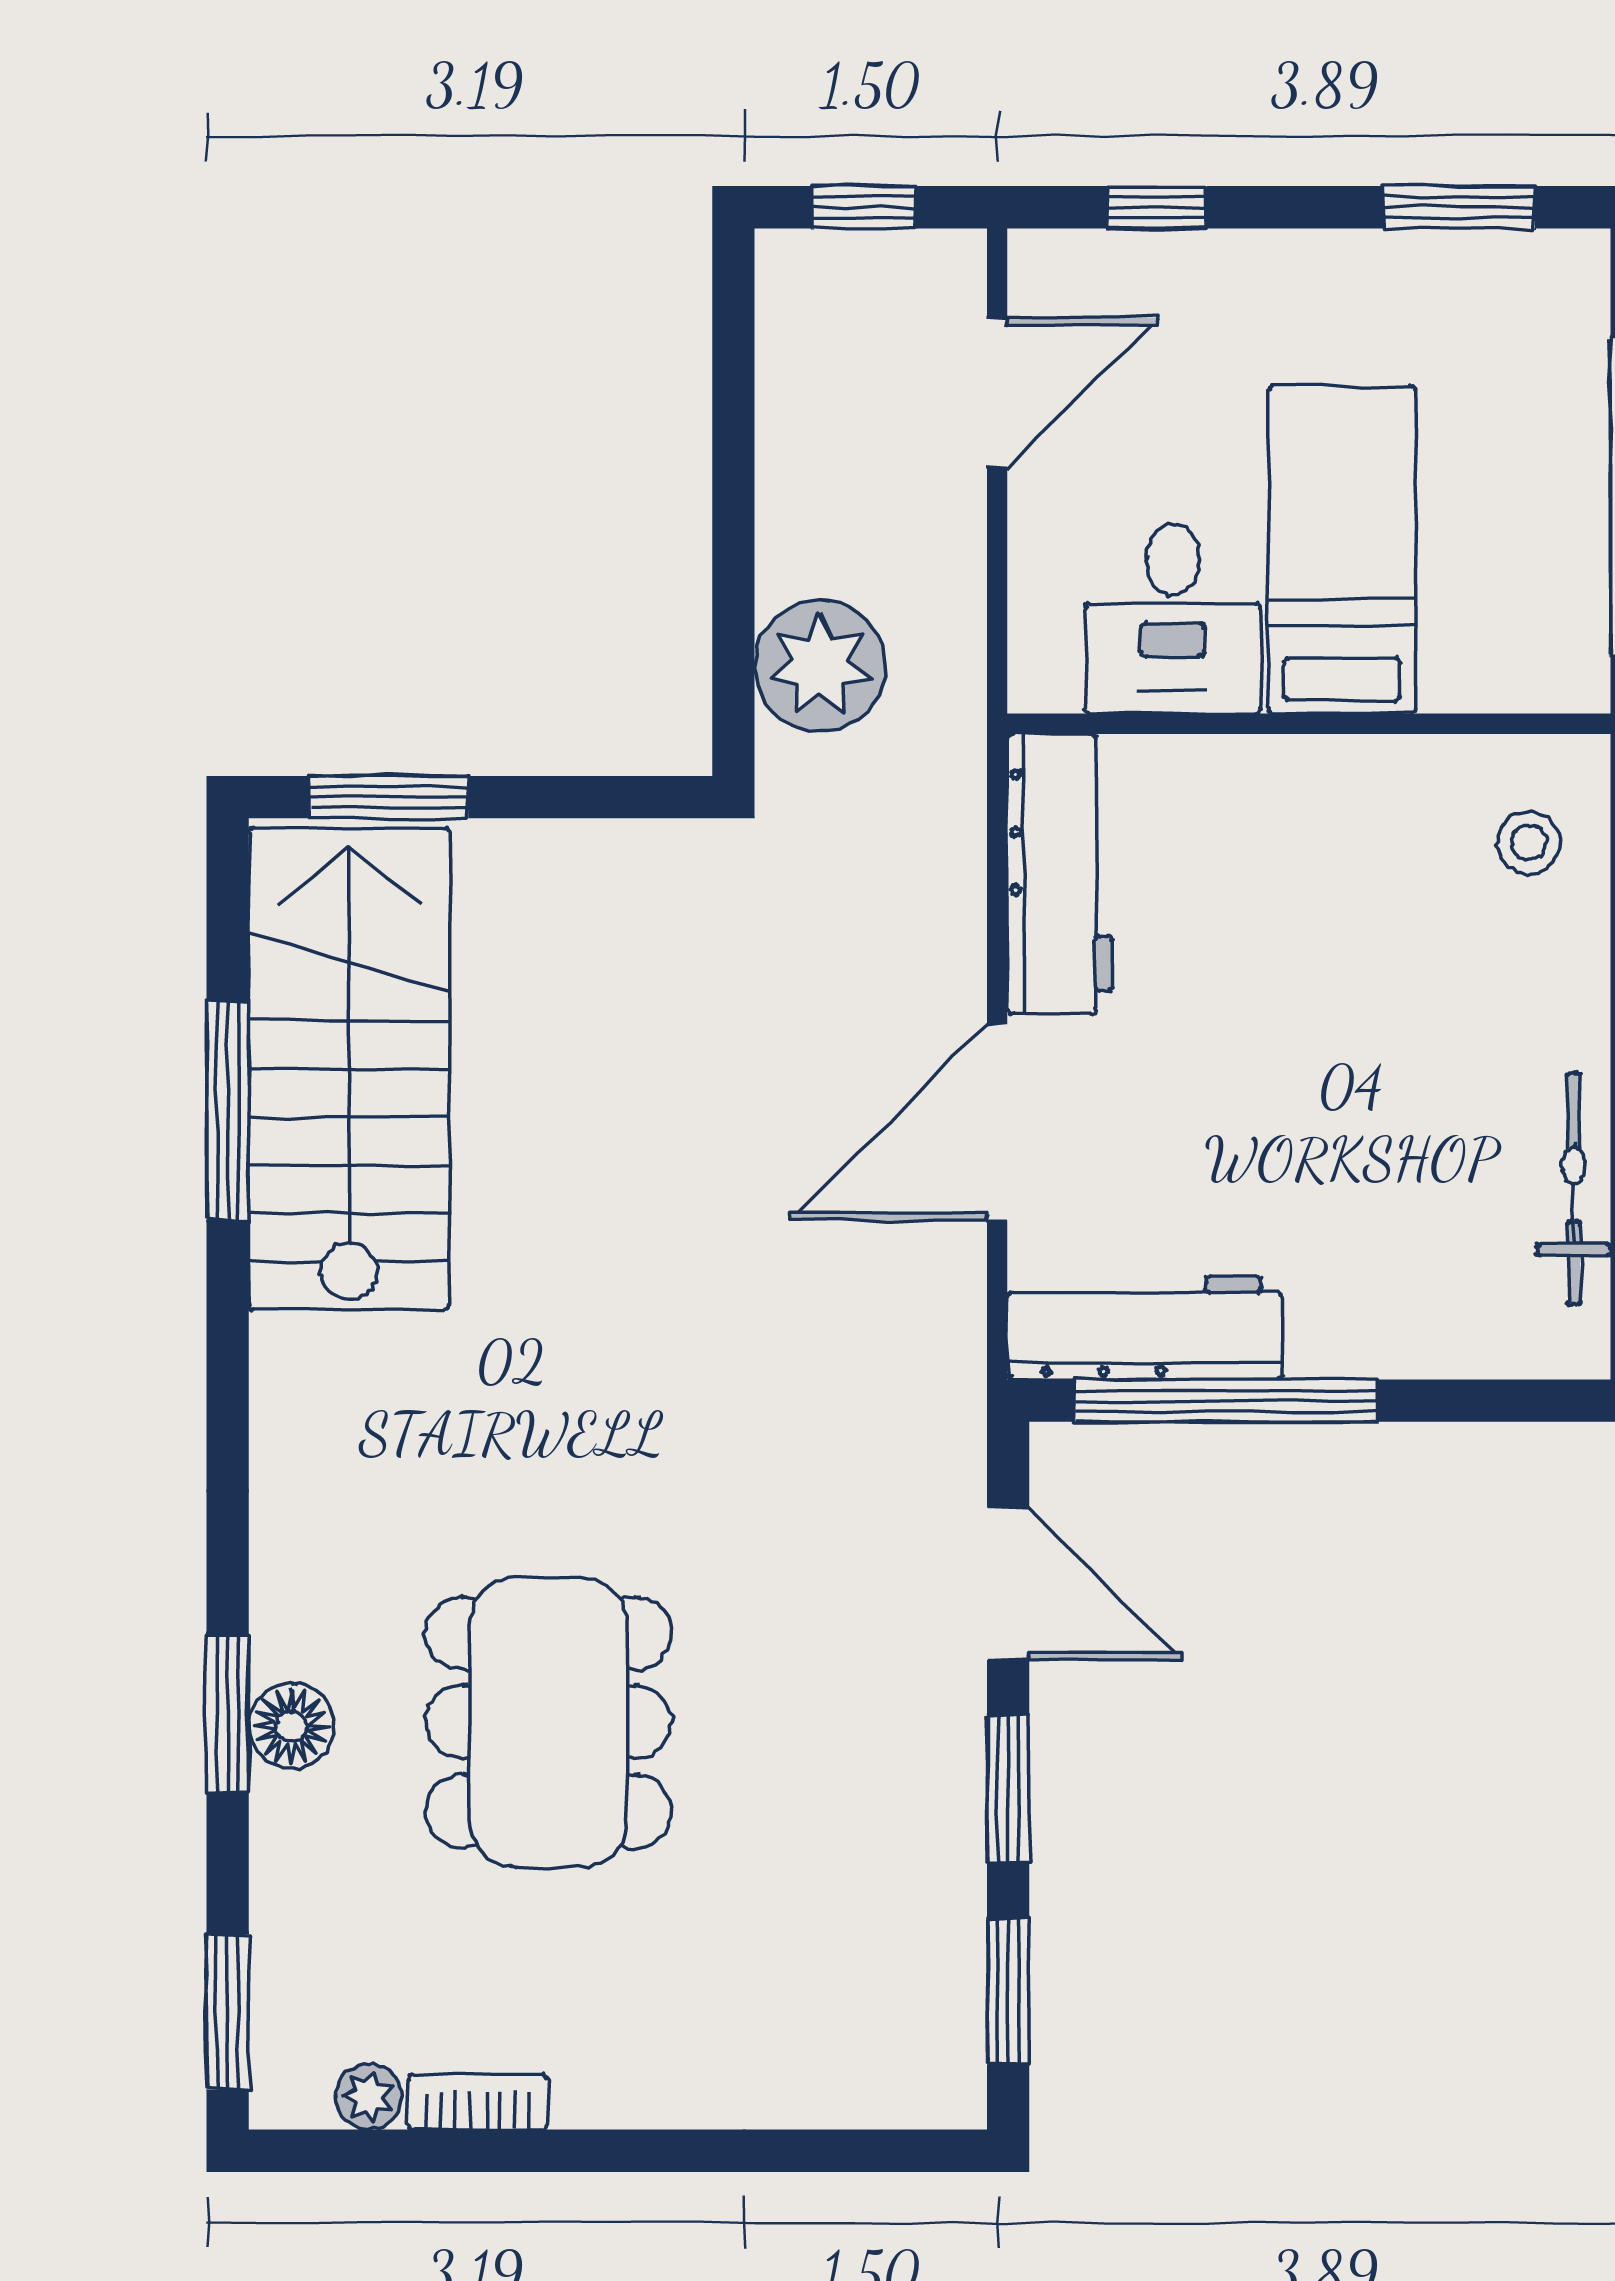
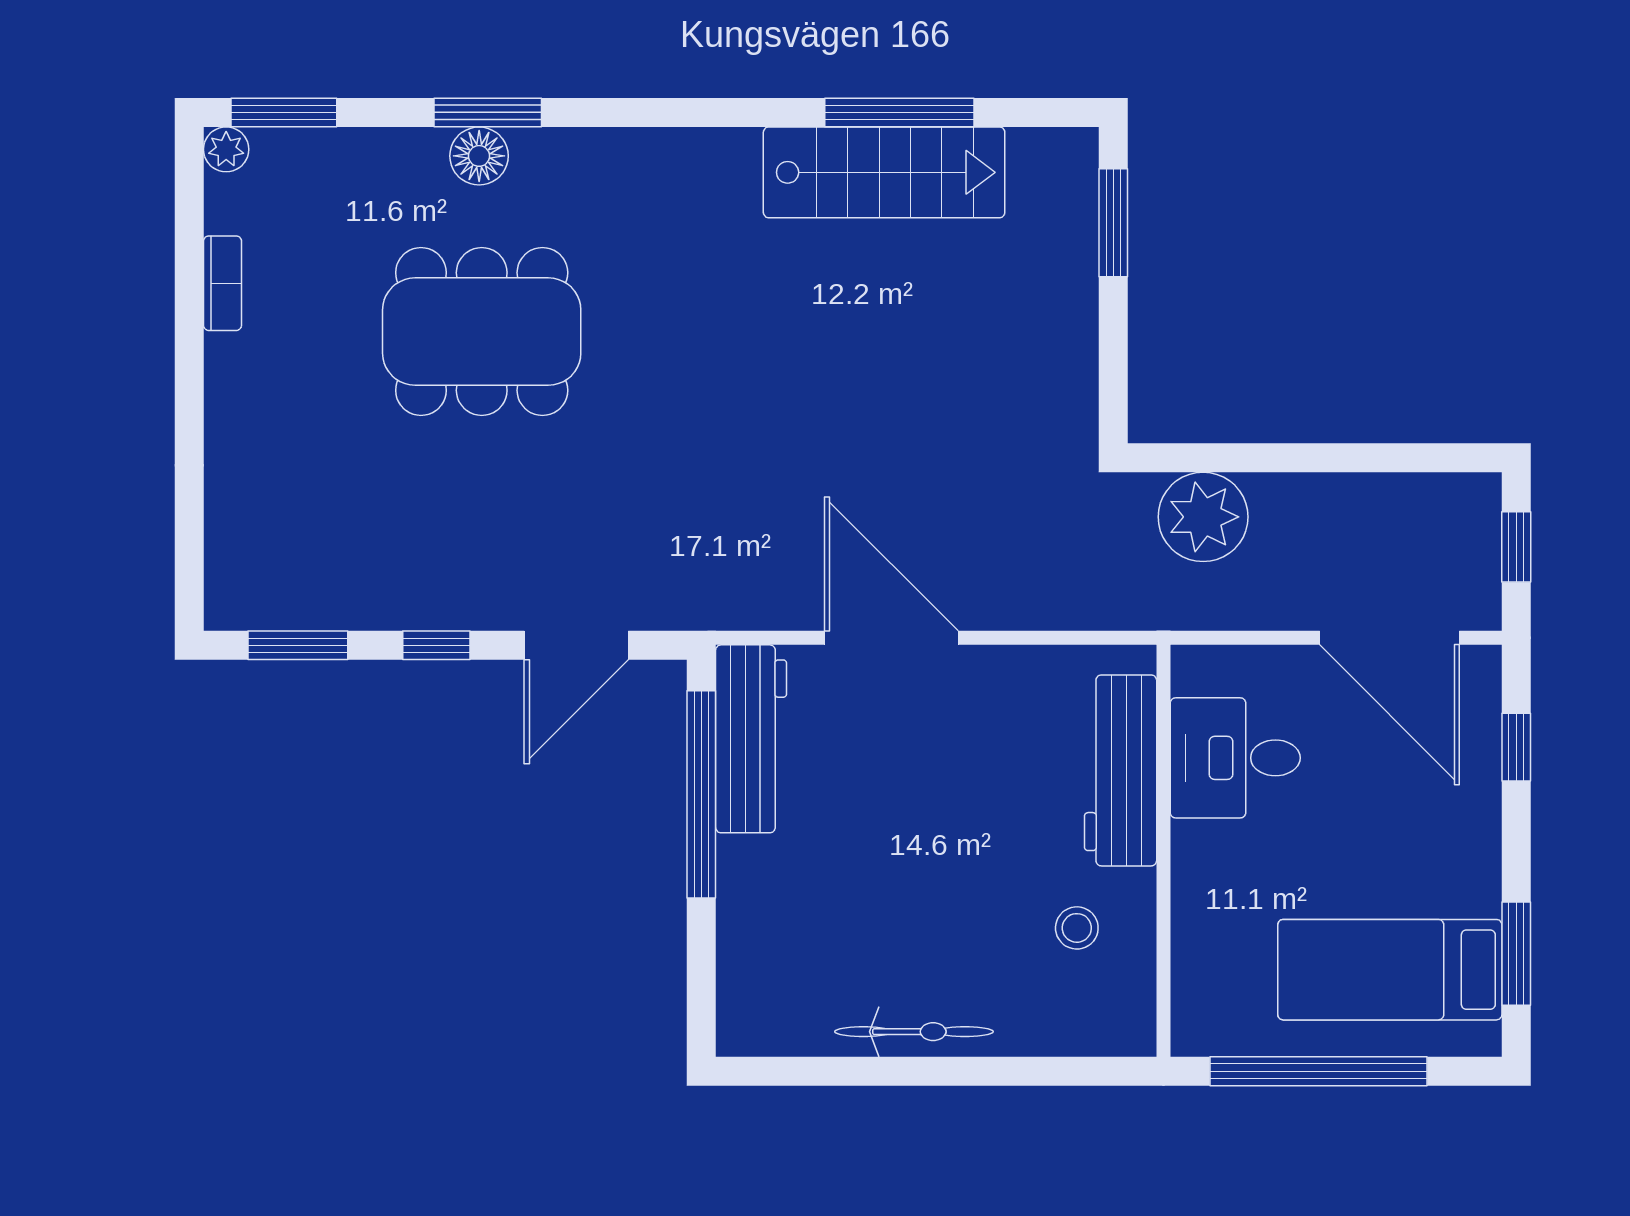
door: (997, 393) -> (1390, 638), width x1.36
bed: (1342, 550) -> (1390, 970), moved, turned 180
stool: (1529, 843) -> (1077, 928), moved
workbench: (1060, 874) -> (1121, 770), moved, turned 90
stairs: (349, 1069) -> (884, 172), width x0.73, depth x0.66
bicycle: (1574, 1189) -> (914, 1032), moved
window: (1008, 1789) -> (436, 645), width x0.67
plant: (369, 2097) -> (226, 149), moved

